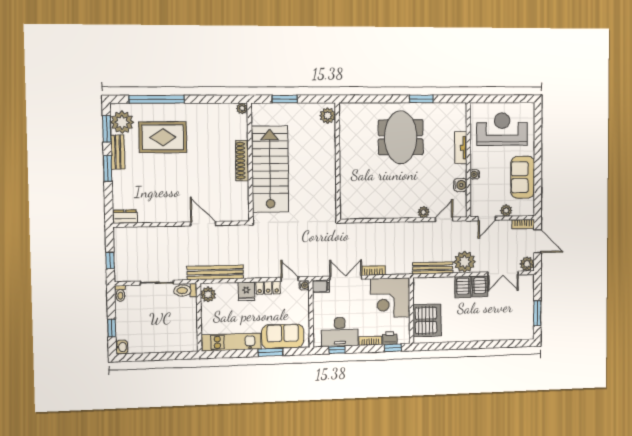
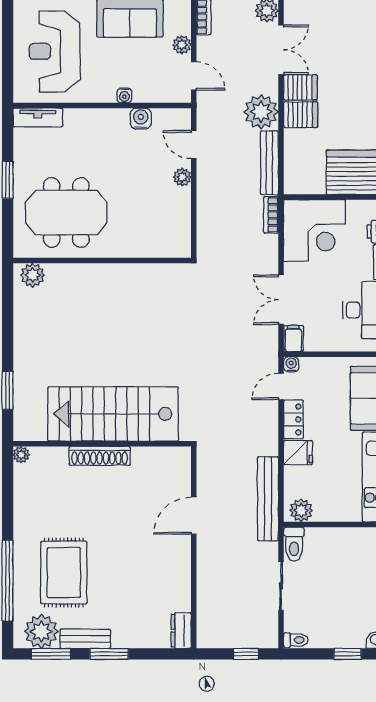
plant: (328, 116) -> (33, 275), moved
tv unit: (461, 148) -> (38, 118), moved
wall: (338, 161) -> (102, 260), moved
bookcase: (373, 270) -> (271, 215), moved

